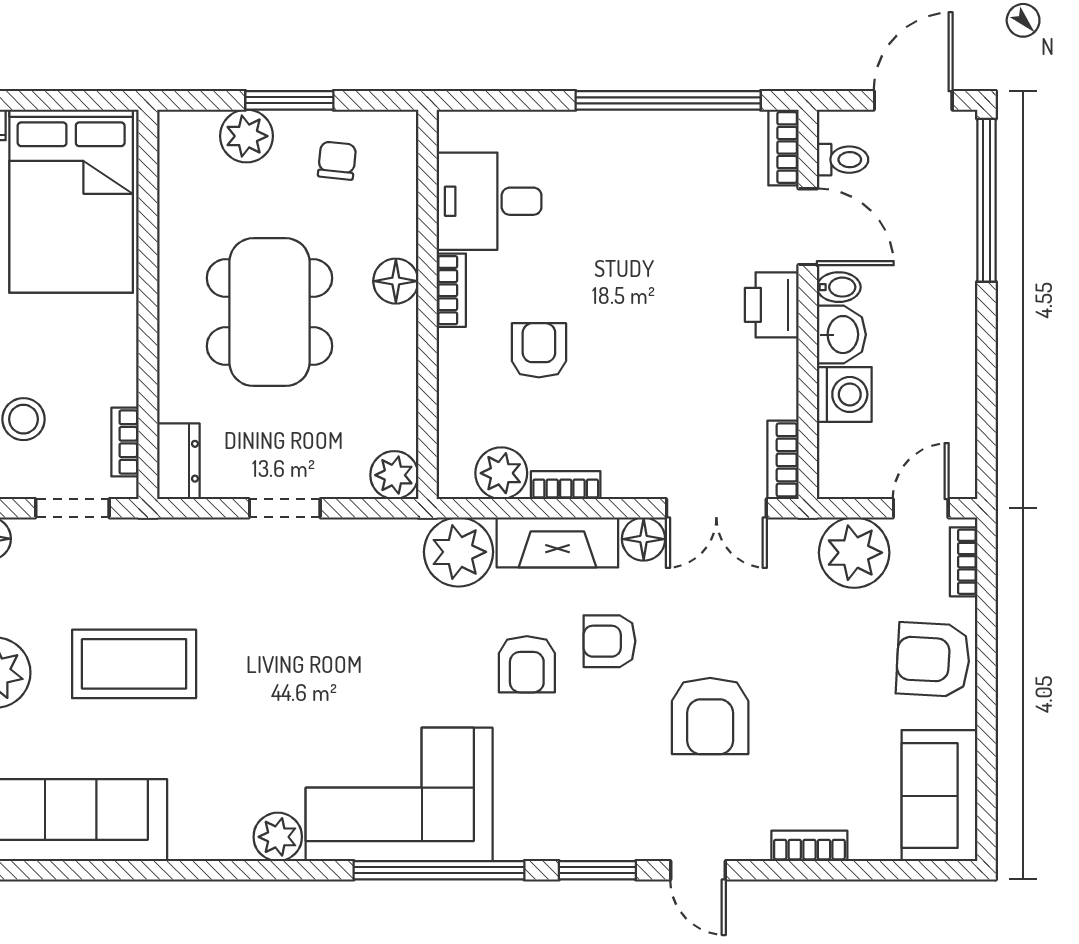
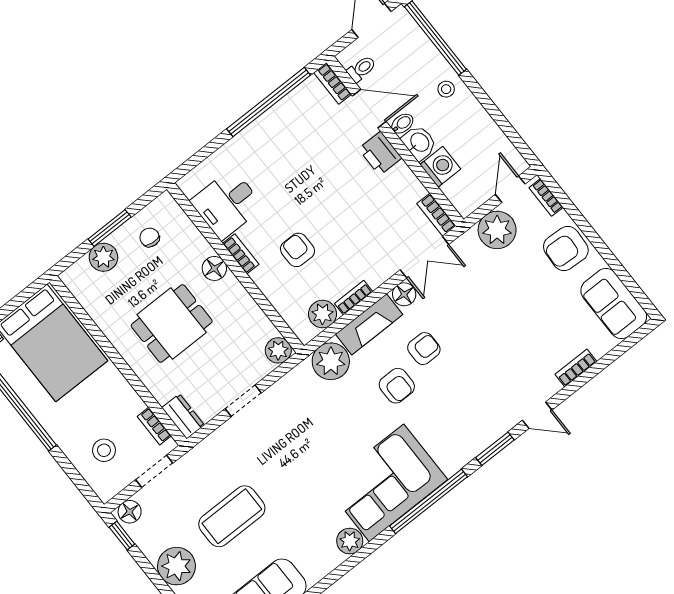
stool: (943, 287) -> (446, 89), added
dining table: (269, 312) -> (172, 323), width x0.73
armchair: (609, 641) -> (424, 349), turned 180
armchair: (710, 716) -> (491, 346), removed

